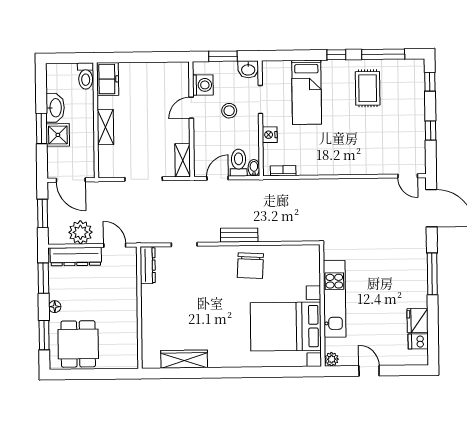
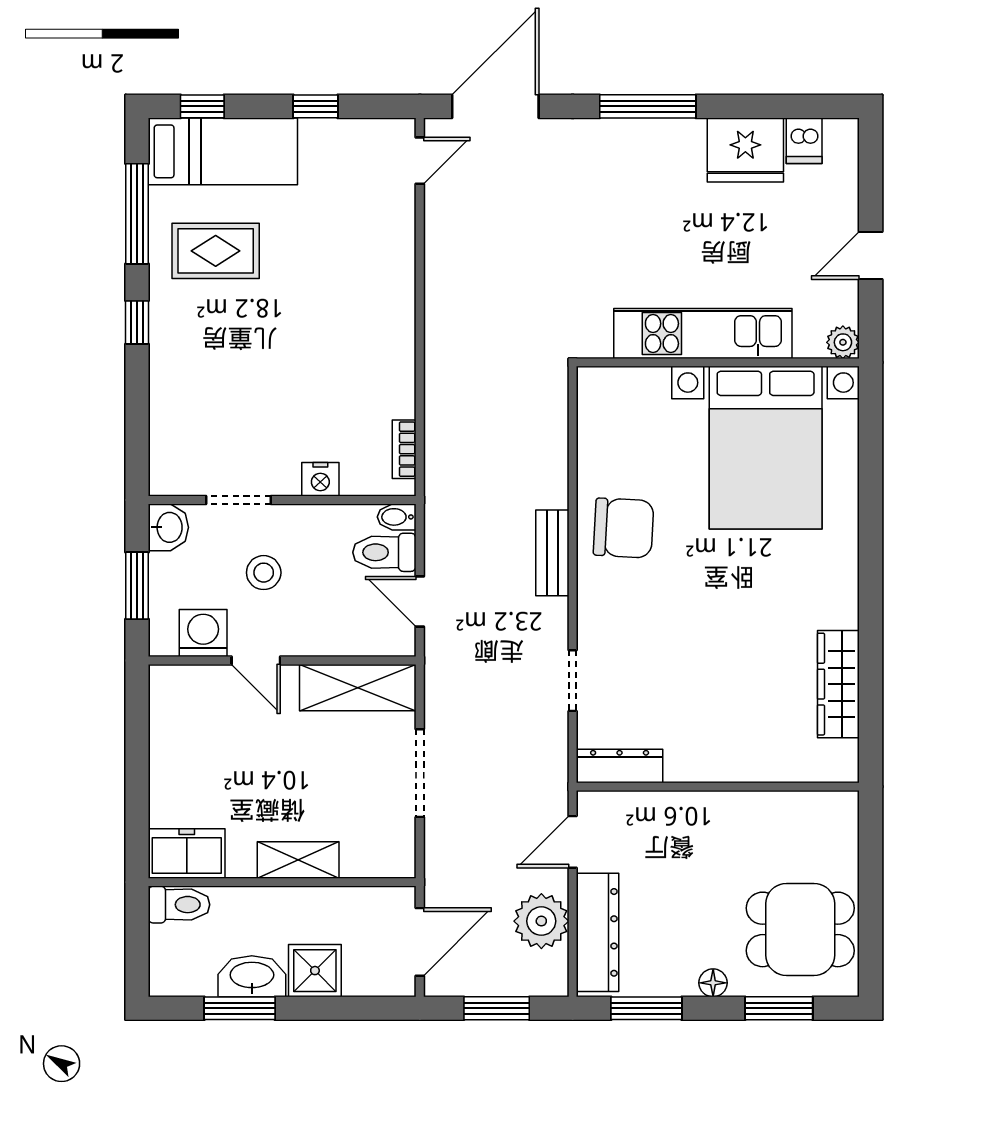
bed: (307, 92) -> (223, 151), moved
window: (42, 128) -> (240, 1008), moved
shelving: (183, 160) -> (358, 688), width x1.50, depth x1.33
fridge: (417, 320) -> (745, 150), width x1.36, depth x1.34

